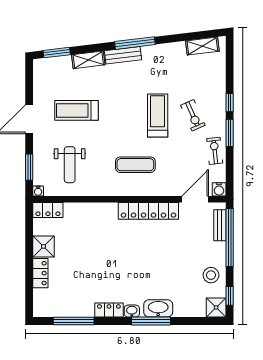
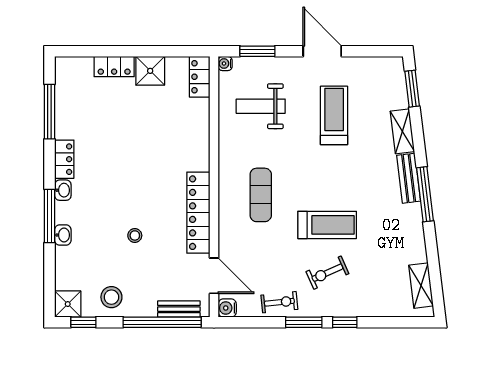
stool: (165, 258) -> (135, 235), added
washbasin: (158, 308) -> (63, 235), width x0.52, depth x0.69

